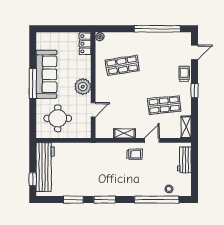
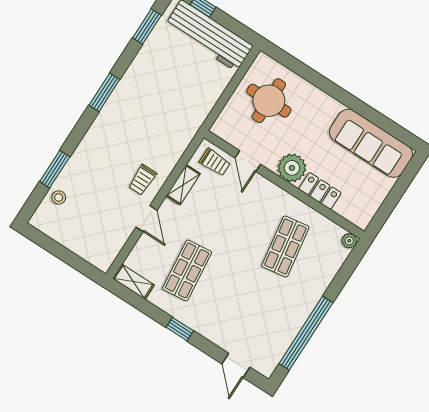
locker: (85, 44) -> (320, 191), moved
sofa: (46, 74) -> (371, 143), moved
trolley: (184, 74) -> (215, 162), moved
window: (33, 84) -> (344, 97), removed
workbench: (184, 160) -> (87, 248), removed
window: (73, 200) -> (147, 26), moved
window: (157, 200) -> (55, 169), width x0.47

